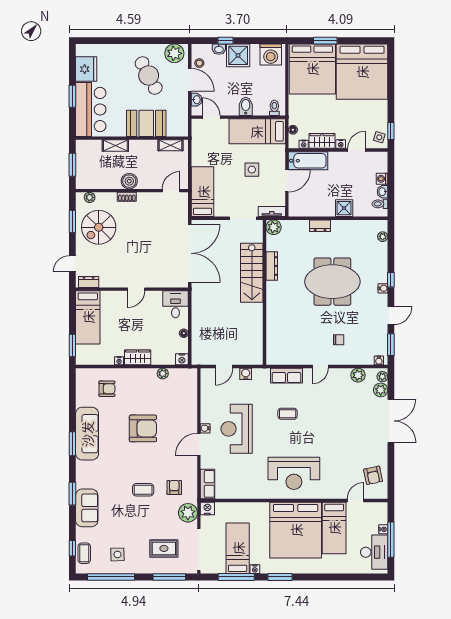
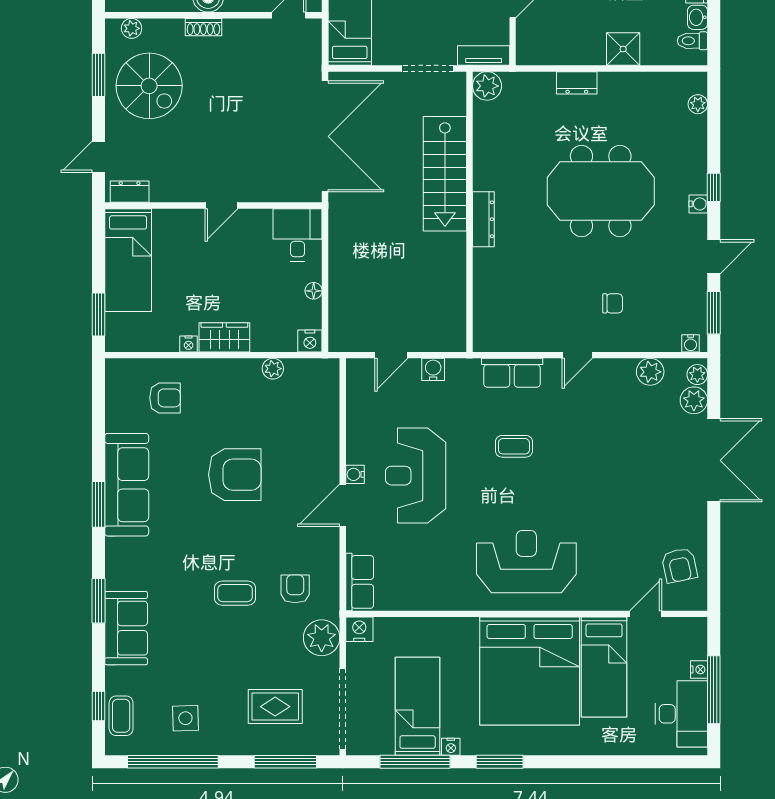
spiral stairs: (99, 227) -> (149, 86), turned -90
dresser: (272, 266) -> (483, 219), moved
reception desk: (294, 473) -> (526, 562), turned 180

